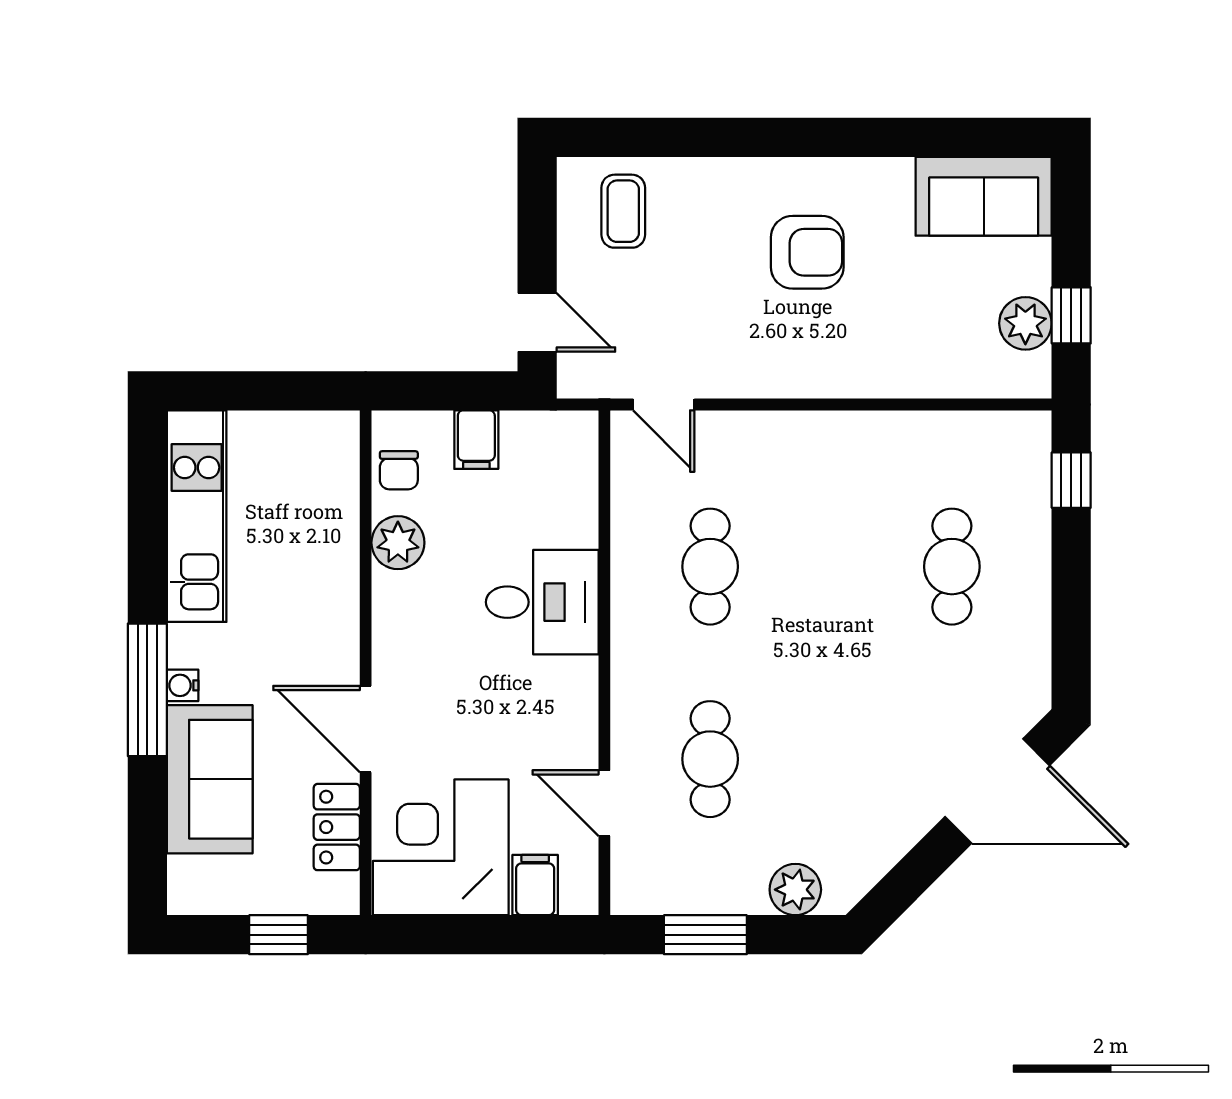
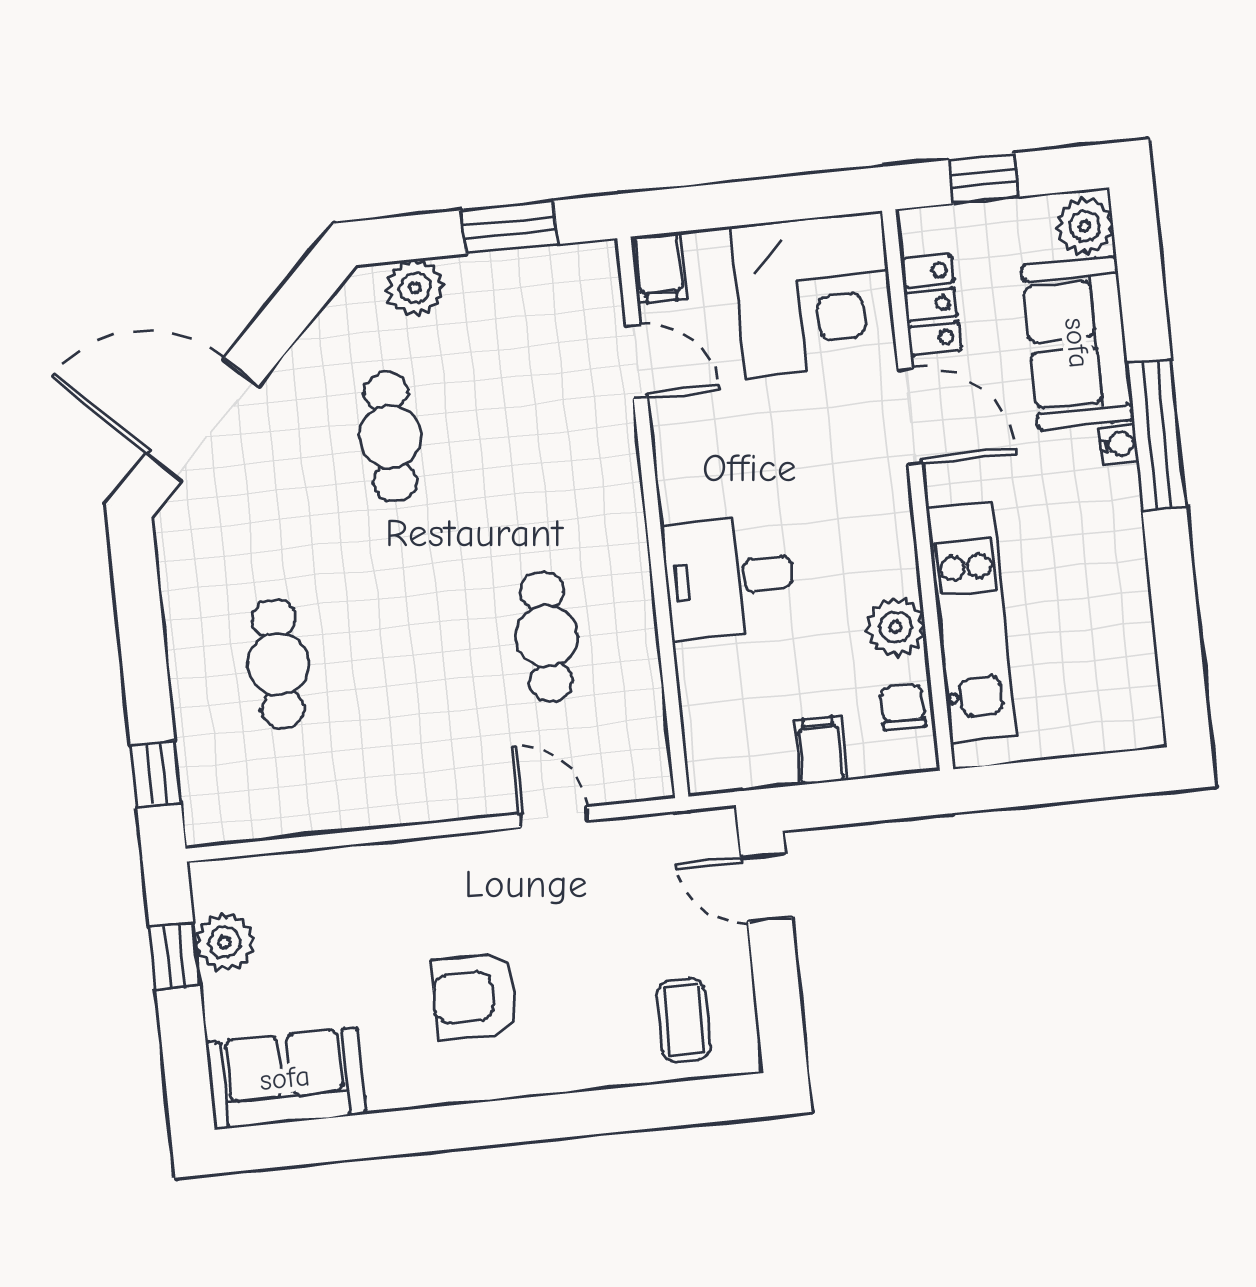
door: (664, 405) -> (554, 817), moved
kitchen unit: (197, 516) -> (971, 621), moved, turned 180
cafe table: (710, 759) -> (390, 437), moved
plant: (192, 883) -> (1085, 226), added
filing cabinet: (535, 885) -> (659, 268), moved

